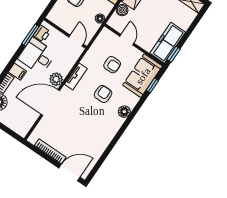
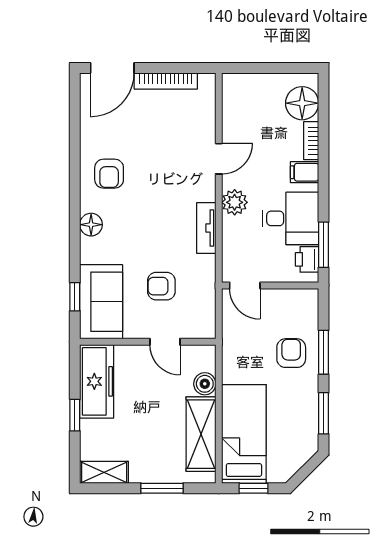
floor lamp: (100, 19) -> (231, 346), removed
window: (174, 54) -> (75, 415), moved
armchair: (103, 94) -> (109, 174), moved
door: (50, 102) -> (219, 159), width x0.53

